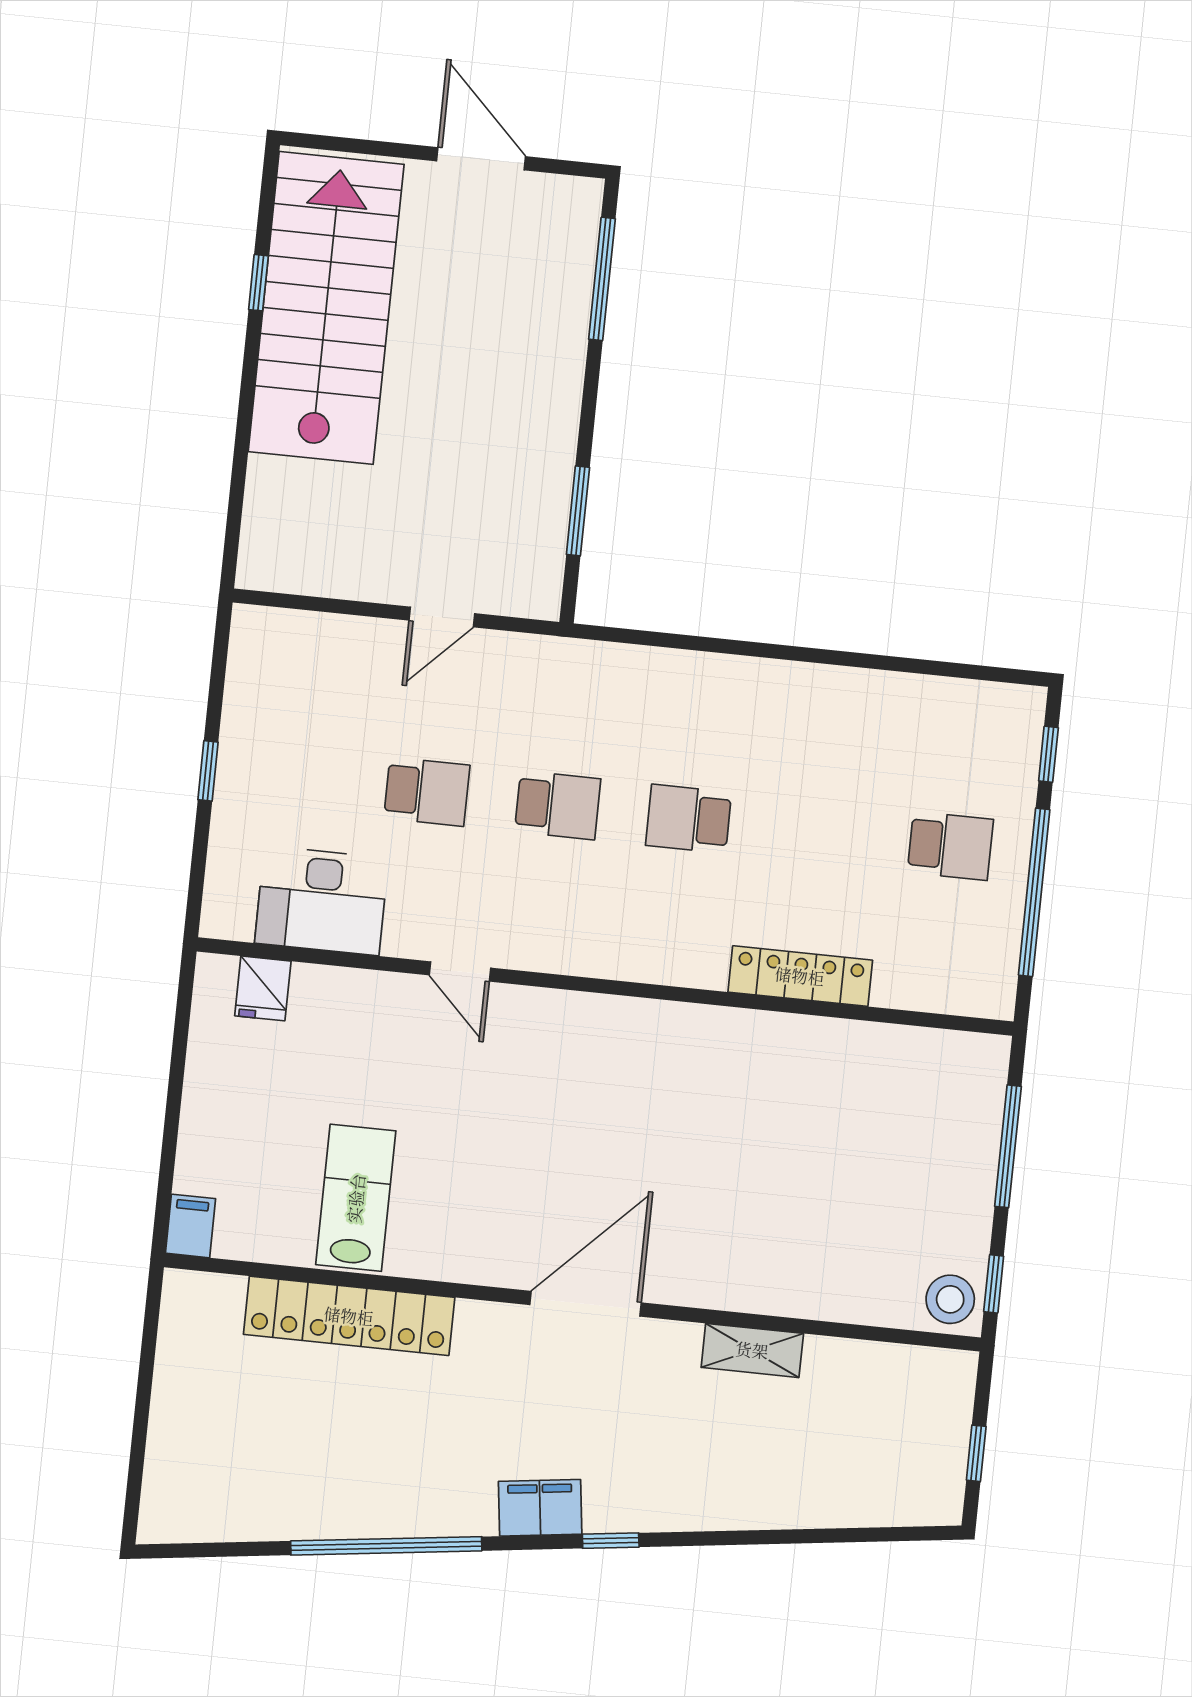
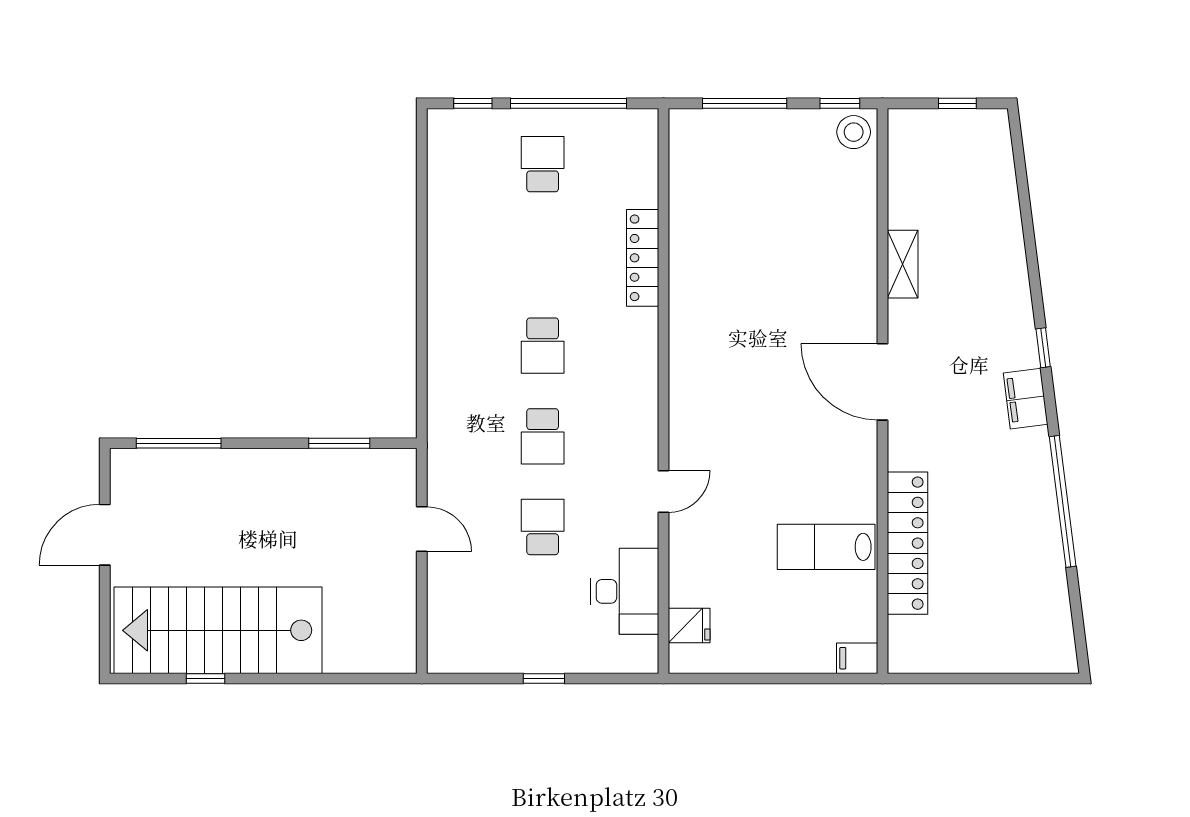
school desk: (558, 805) -> (543, 436), turned 180

